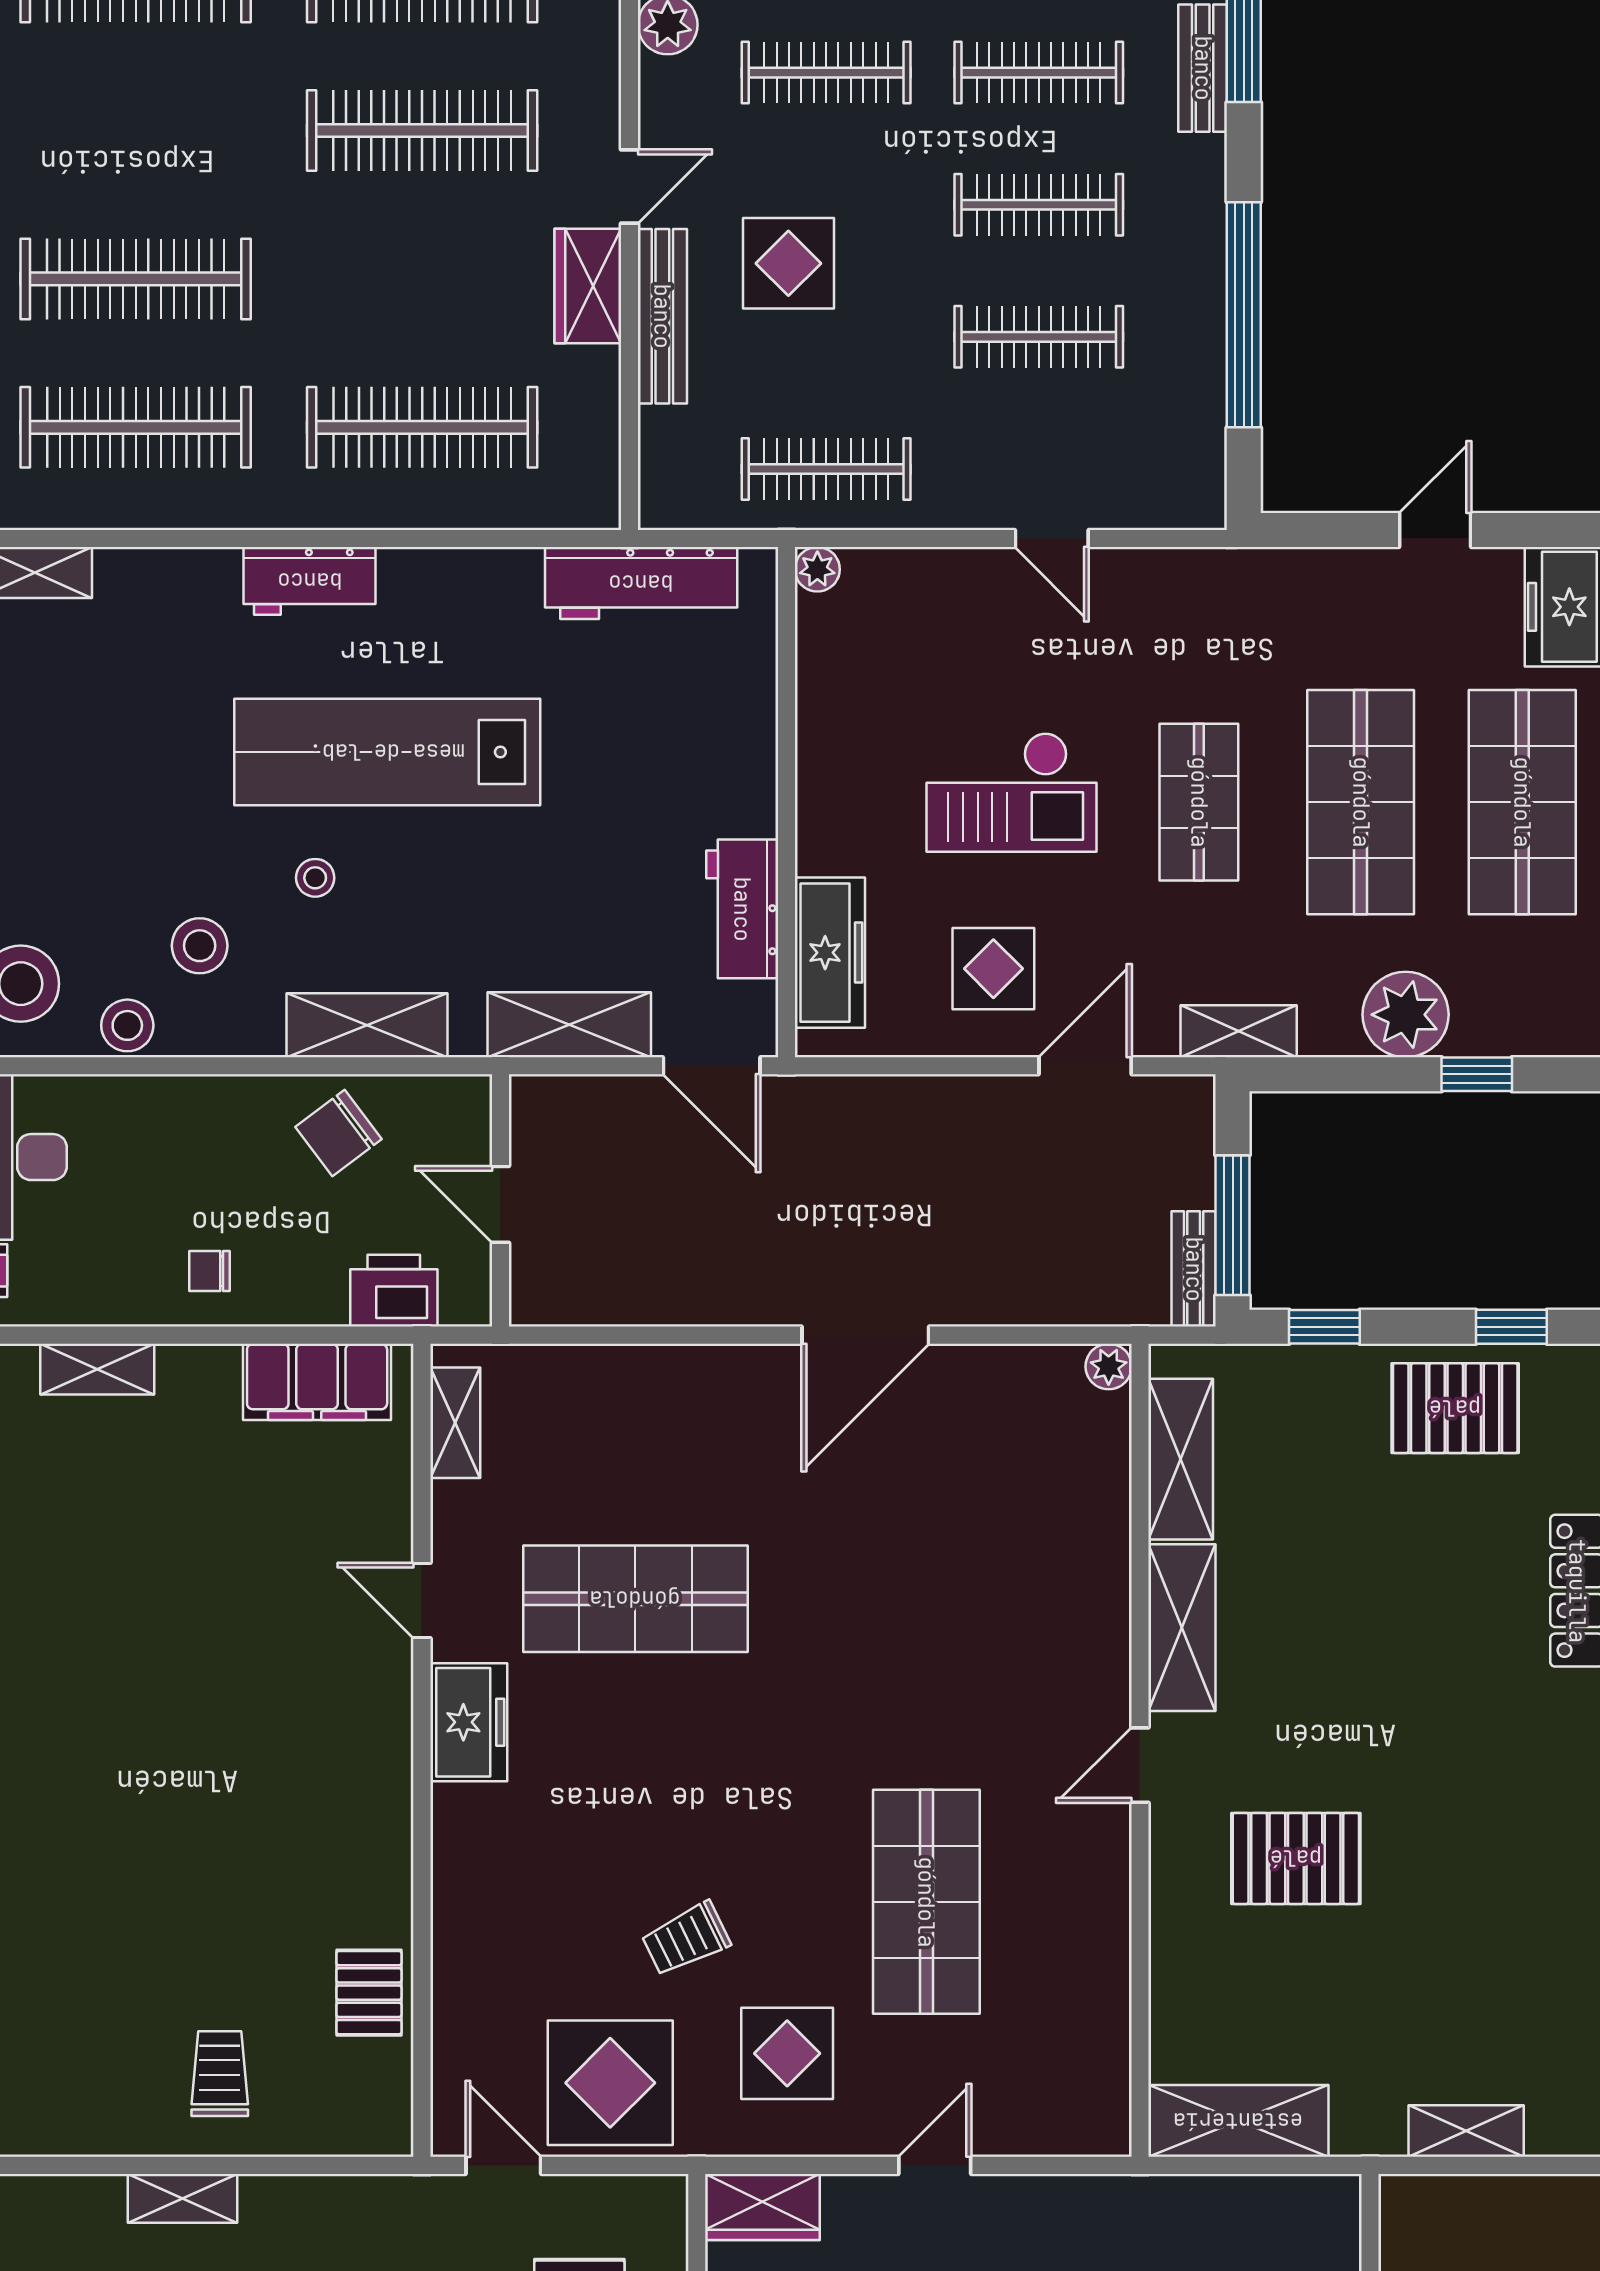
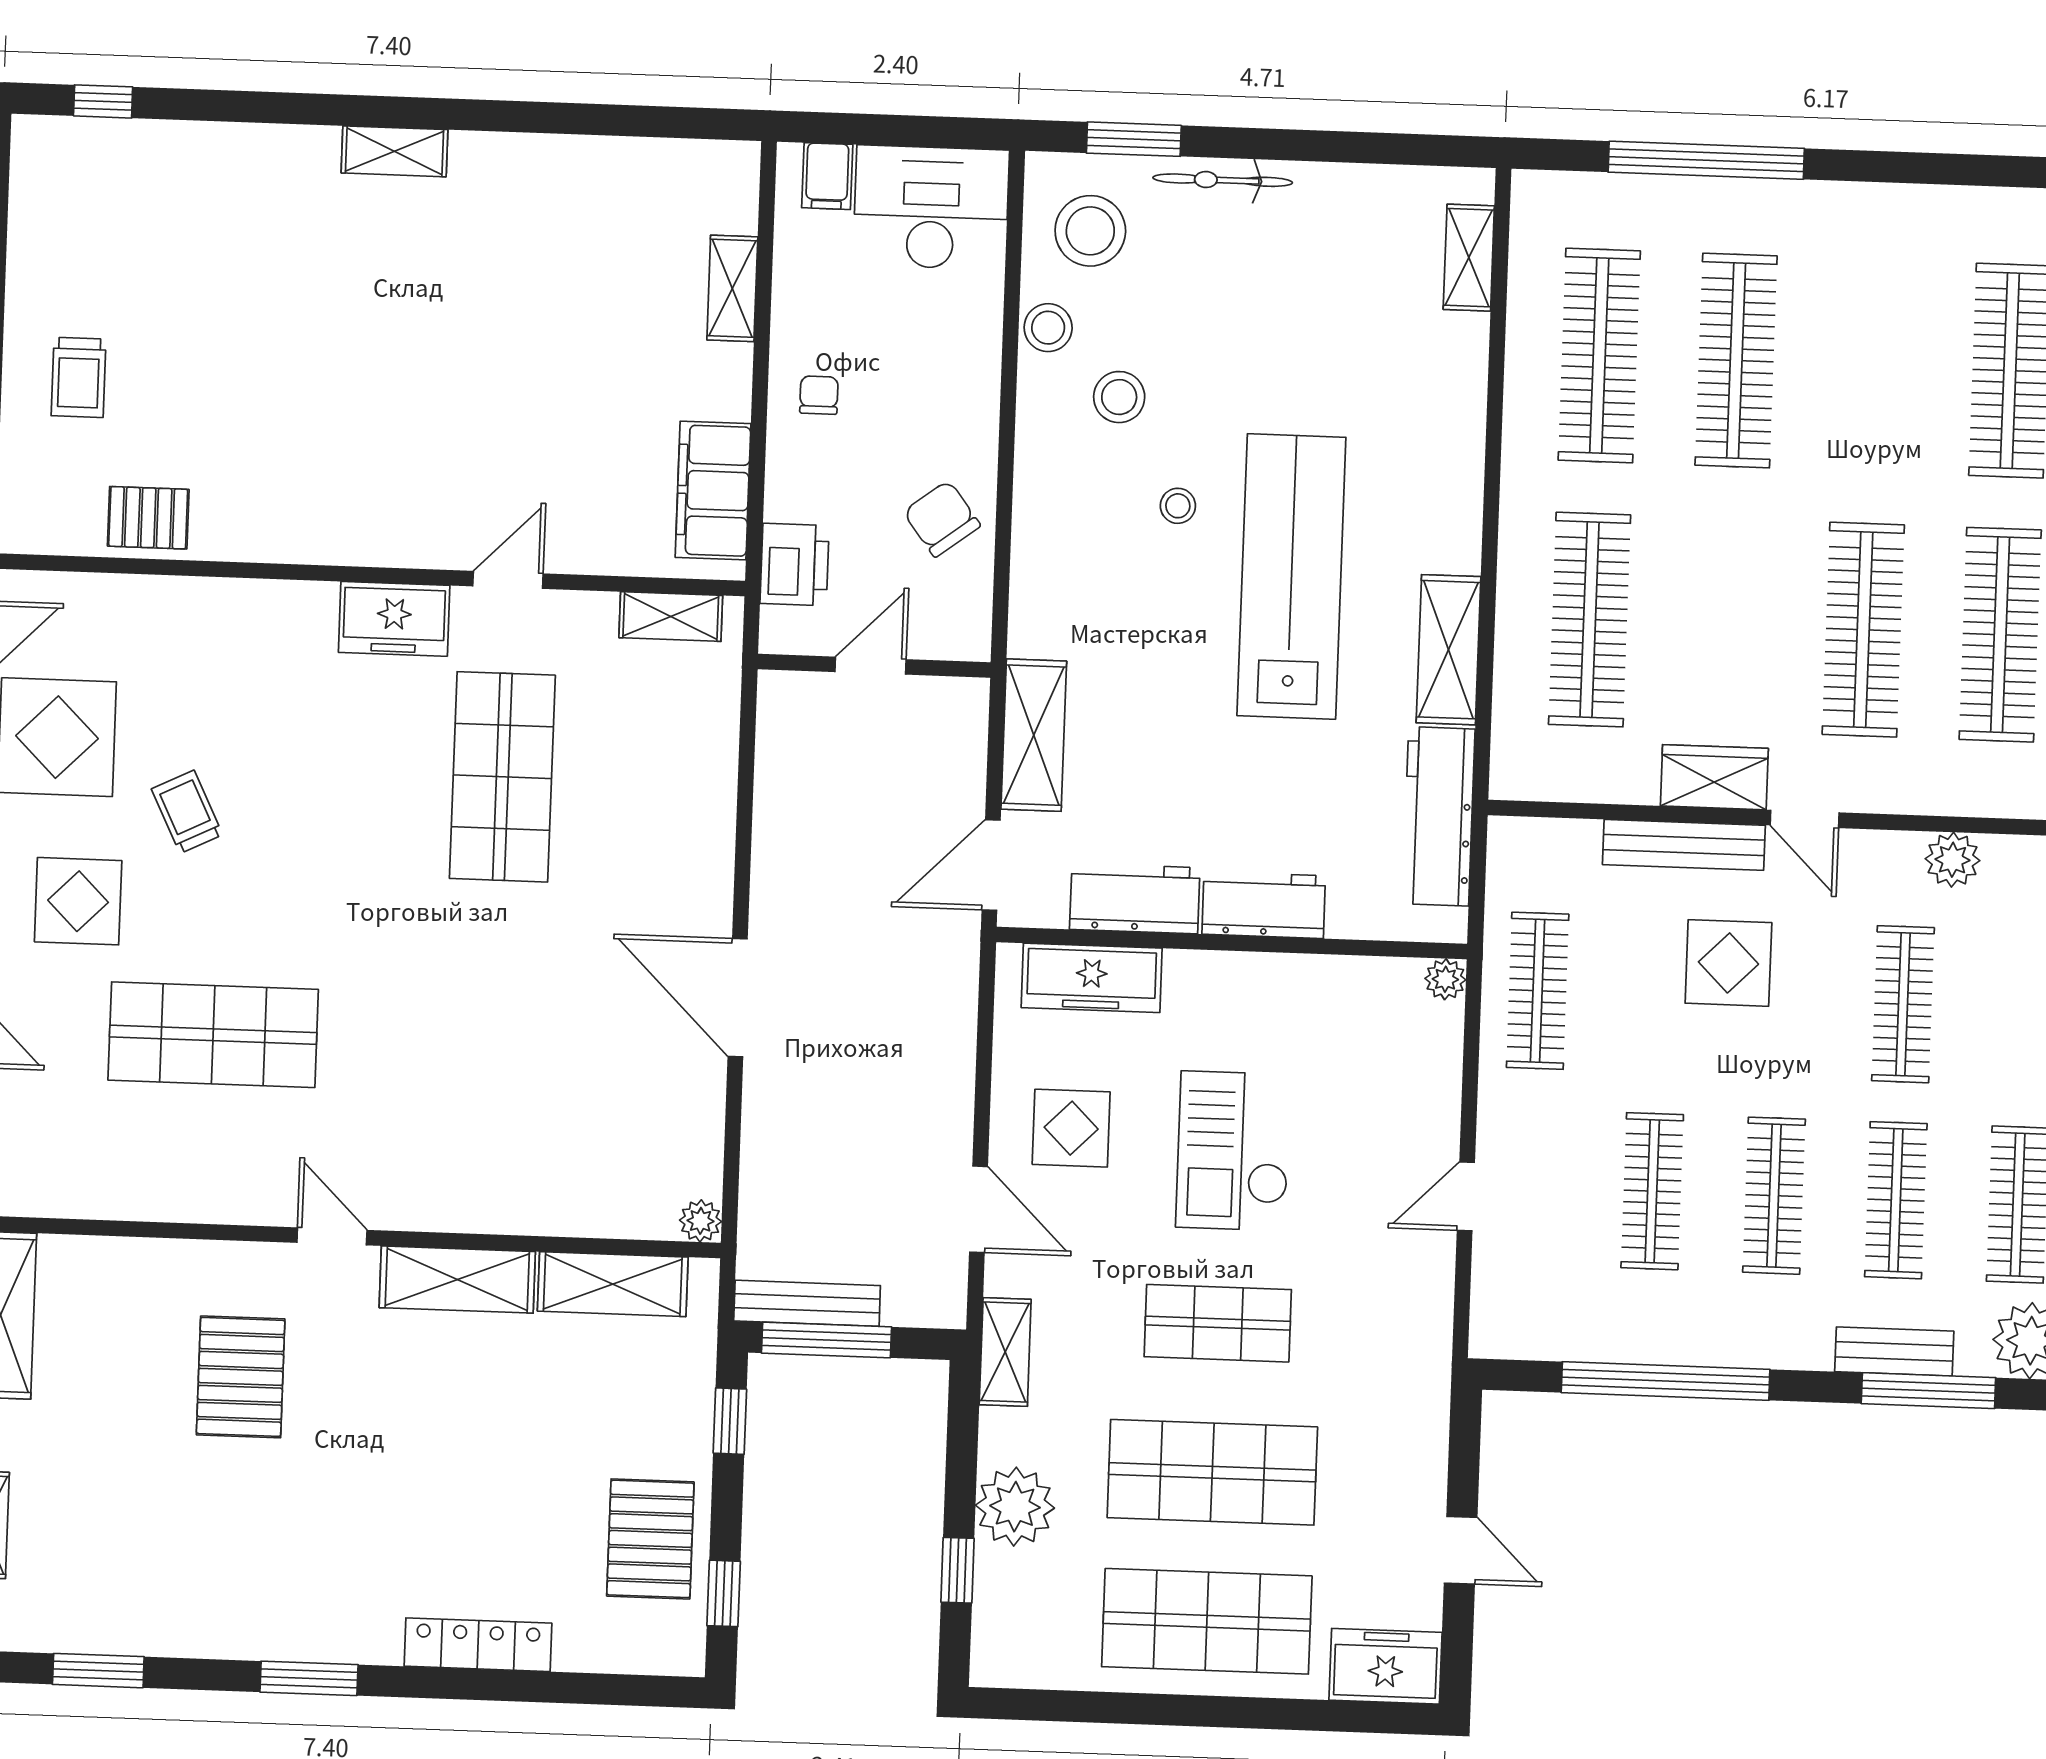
workbench: (310, 581) -> (1264, 905), moved, turned 90
shelving: (367, 1025) -> (1448, 650), moved
bench: (1194, 1269) -> (807, 1303), width x1.36
trolley: (220, 2074) -> (79, 377), turned 90

